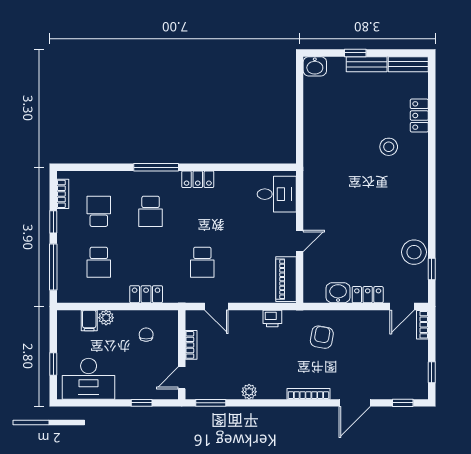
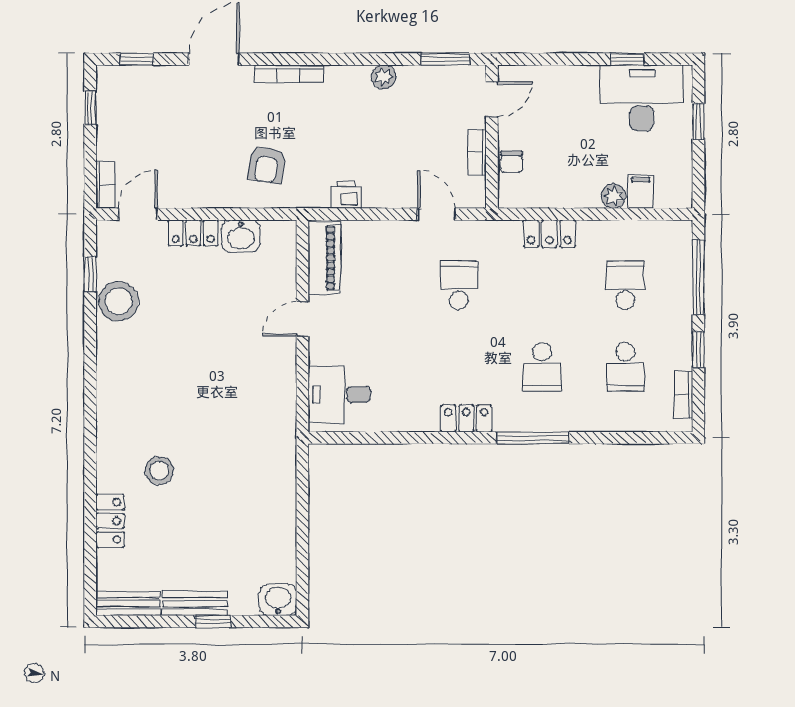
school desk: (151, 211) -> (542, 367), turned 180
chair: (146, 335) -> (512, 162), moved
window: (142, 403) -> (627, 59), moved

